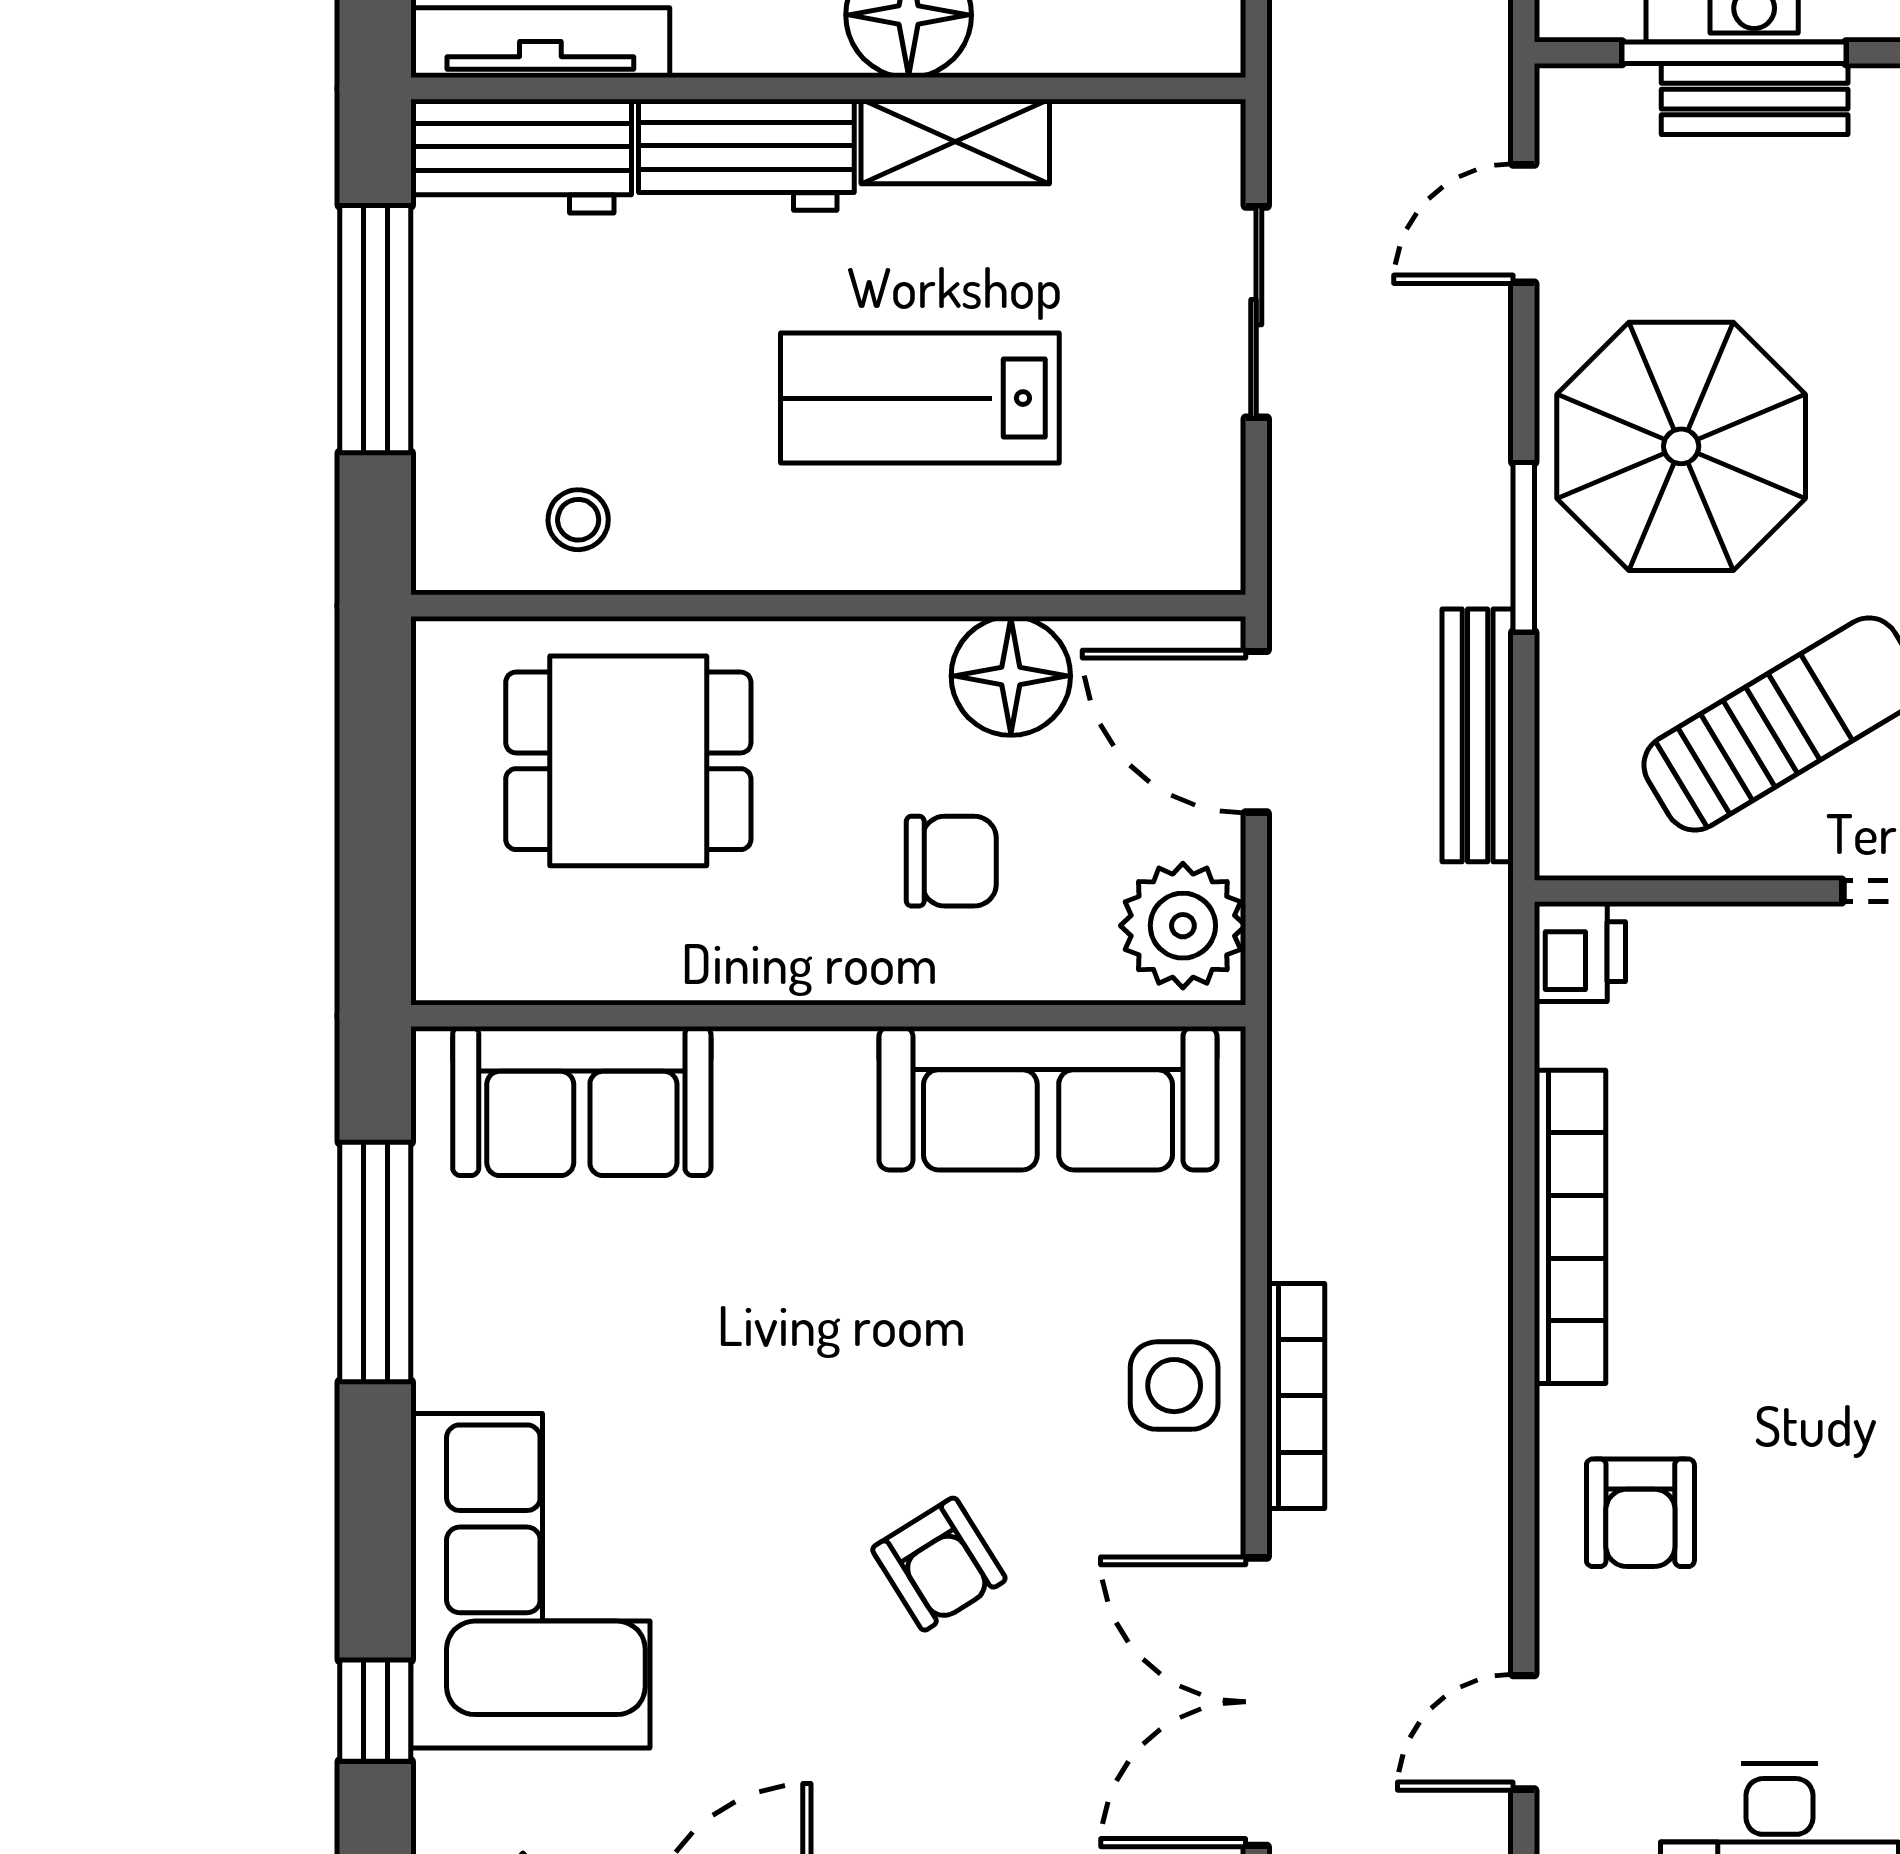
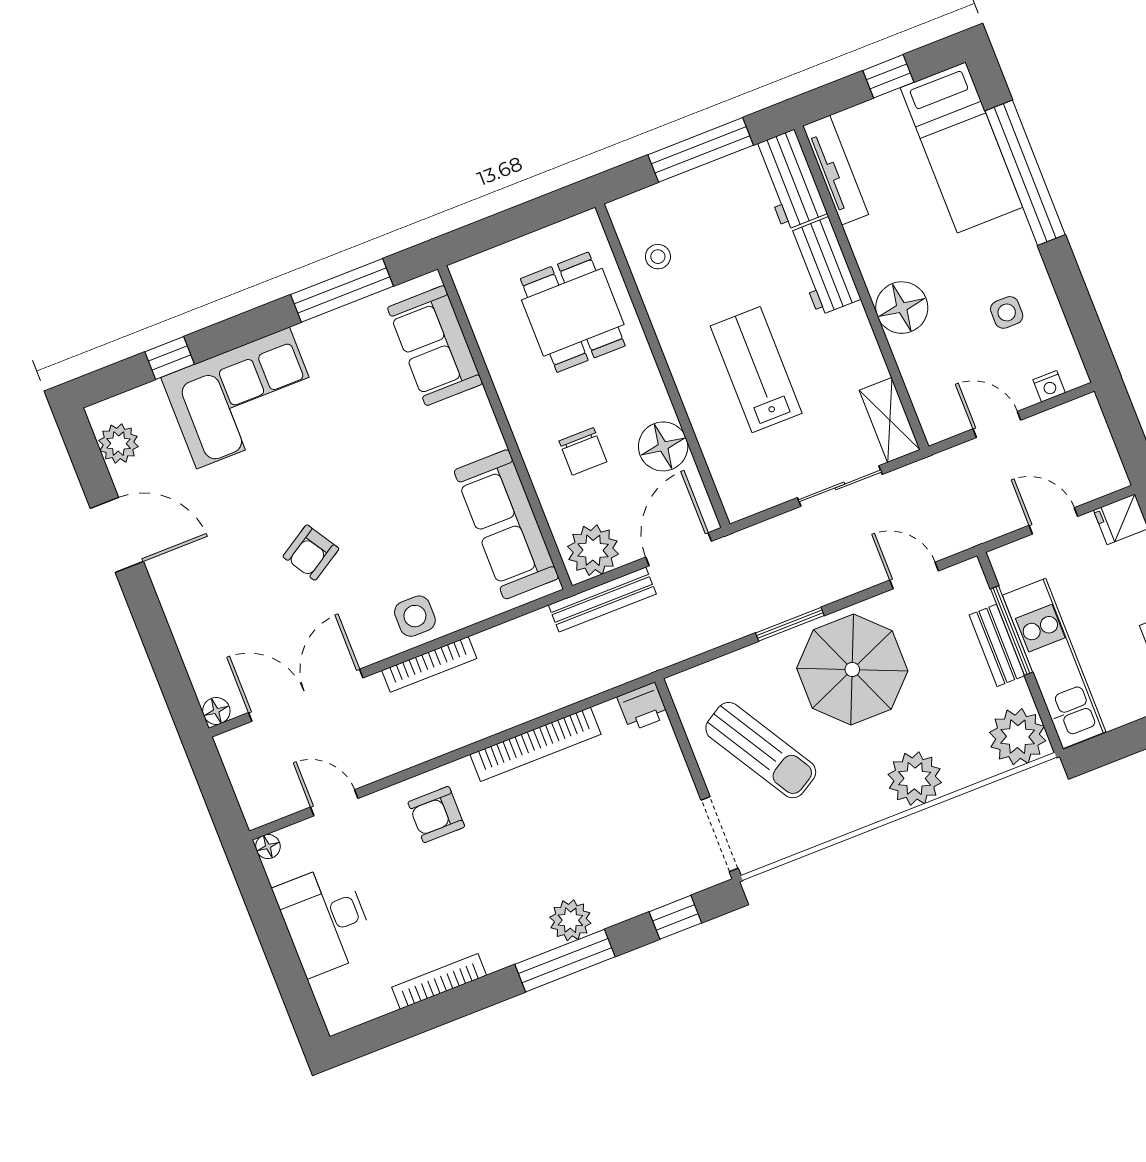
shelving: (955, 141) -> (890, 420), moved
bench: (1478, 735) -> (602, 599), moved

